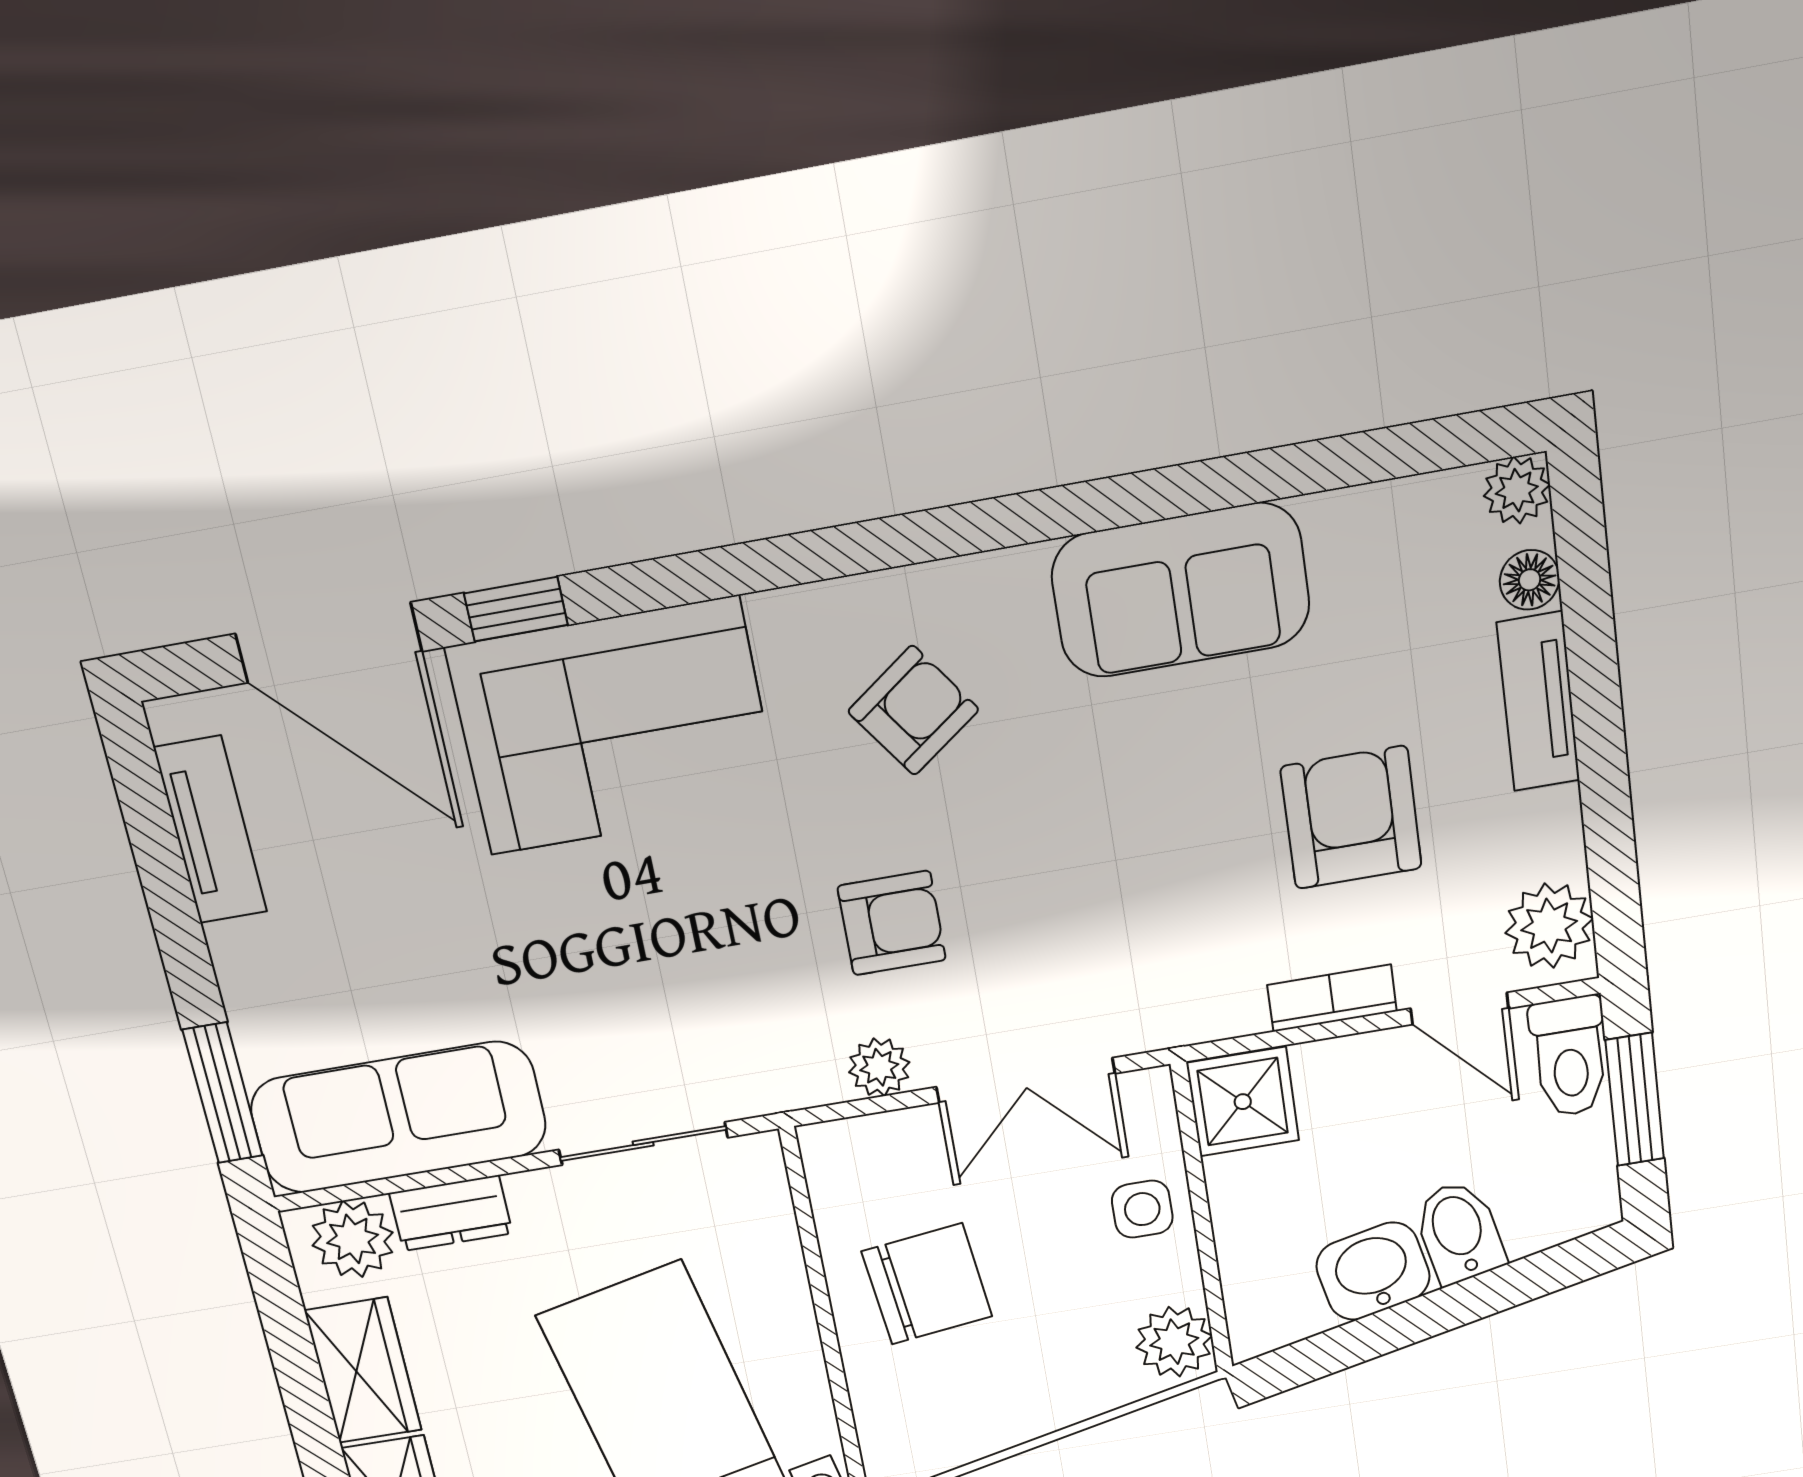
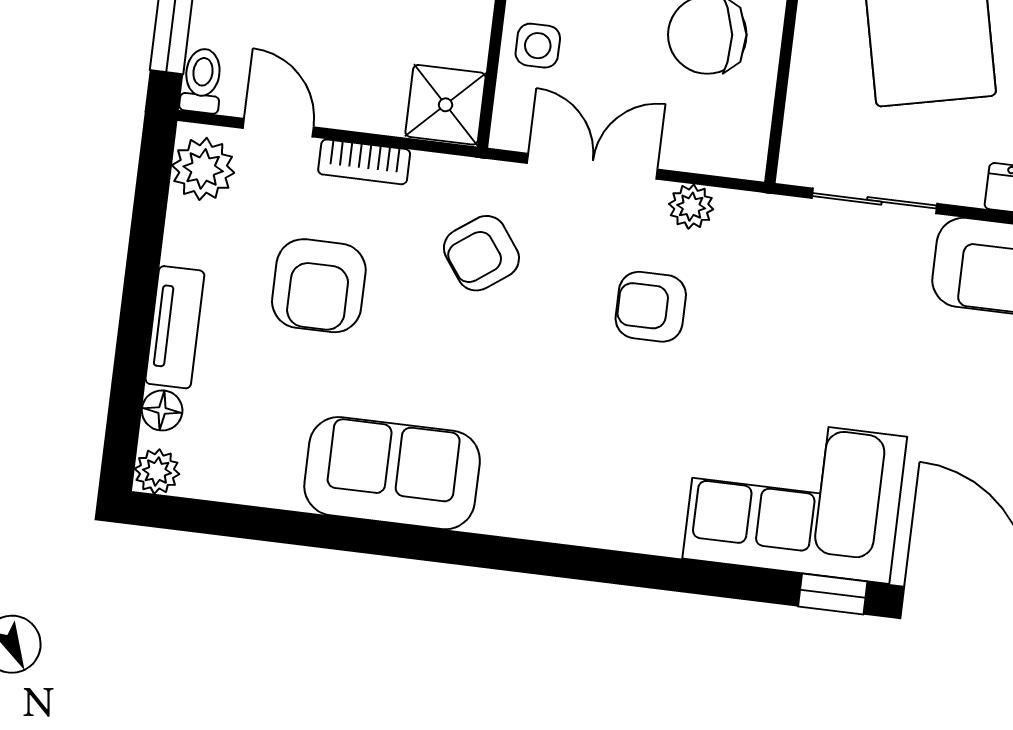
armchair: (913, 710) -> (481, 253), moved
toilet: (1570, 1057) -> (202, 81), width x0.73, depth x0.72

